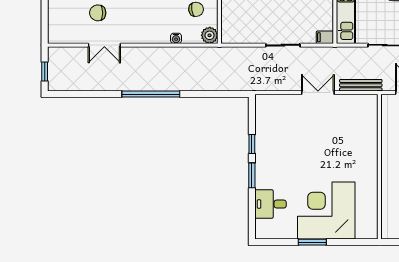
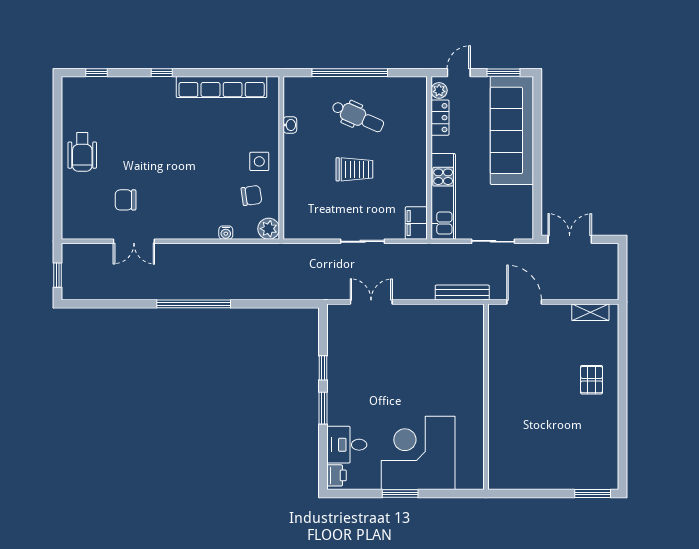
filing cabinet: (325, 37) -> (416, 223), width x2.00
double door: (318, 93) -> (371, 302), moved
printer: (262, 228) -> (336, 475), added

